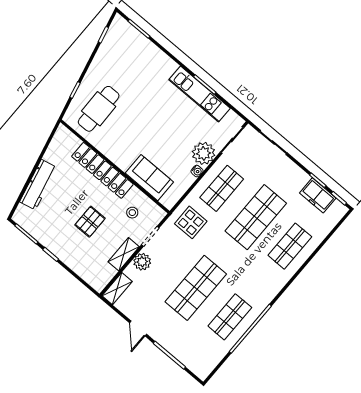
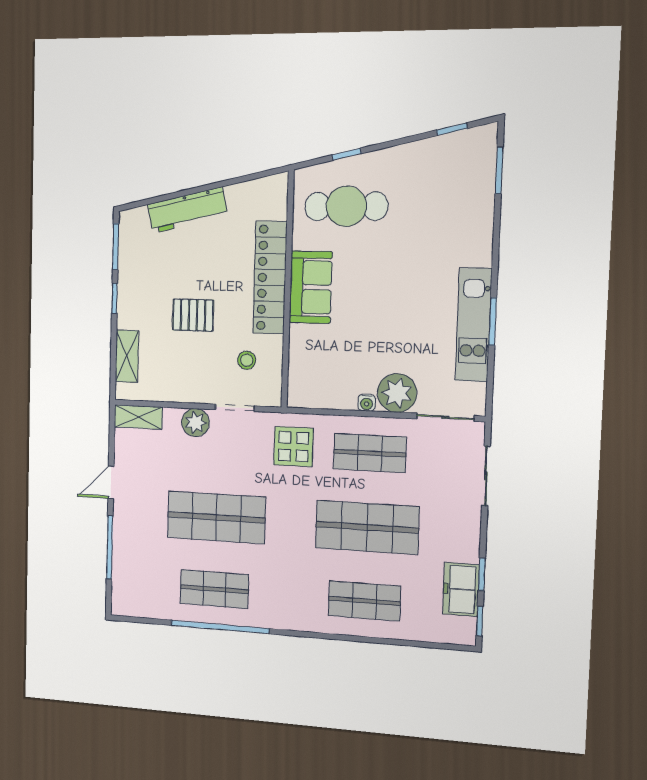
sofa: (149, 178) -> (311, 287), moved
shelving: (124, 254) -> (127, 356), moved, turned 90

